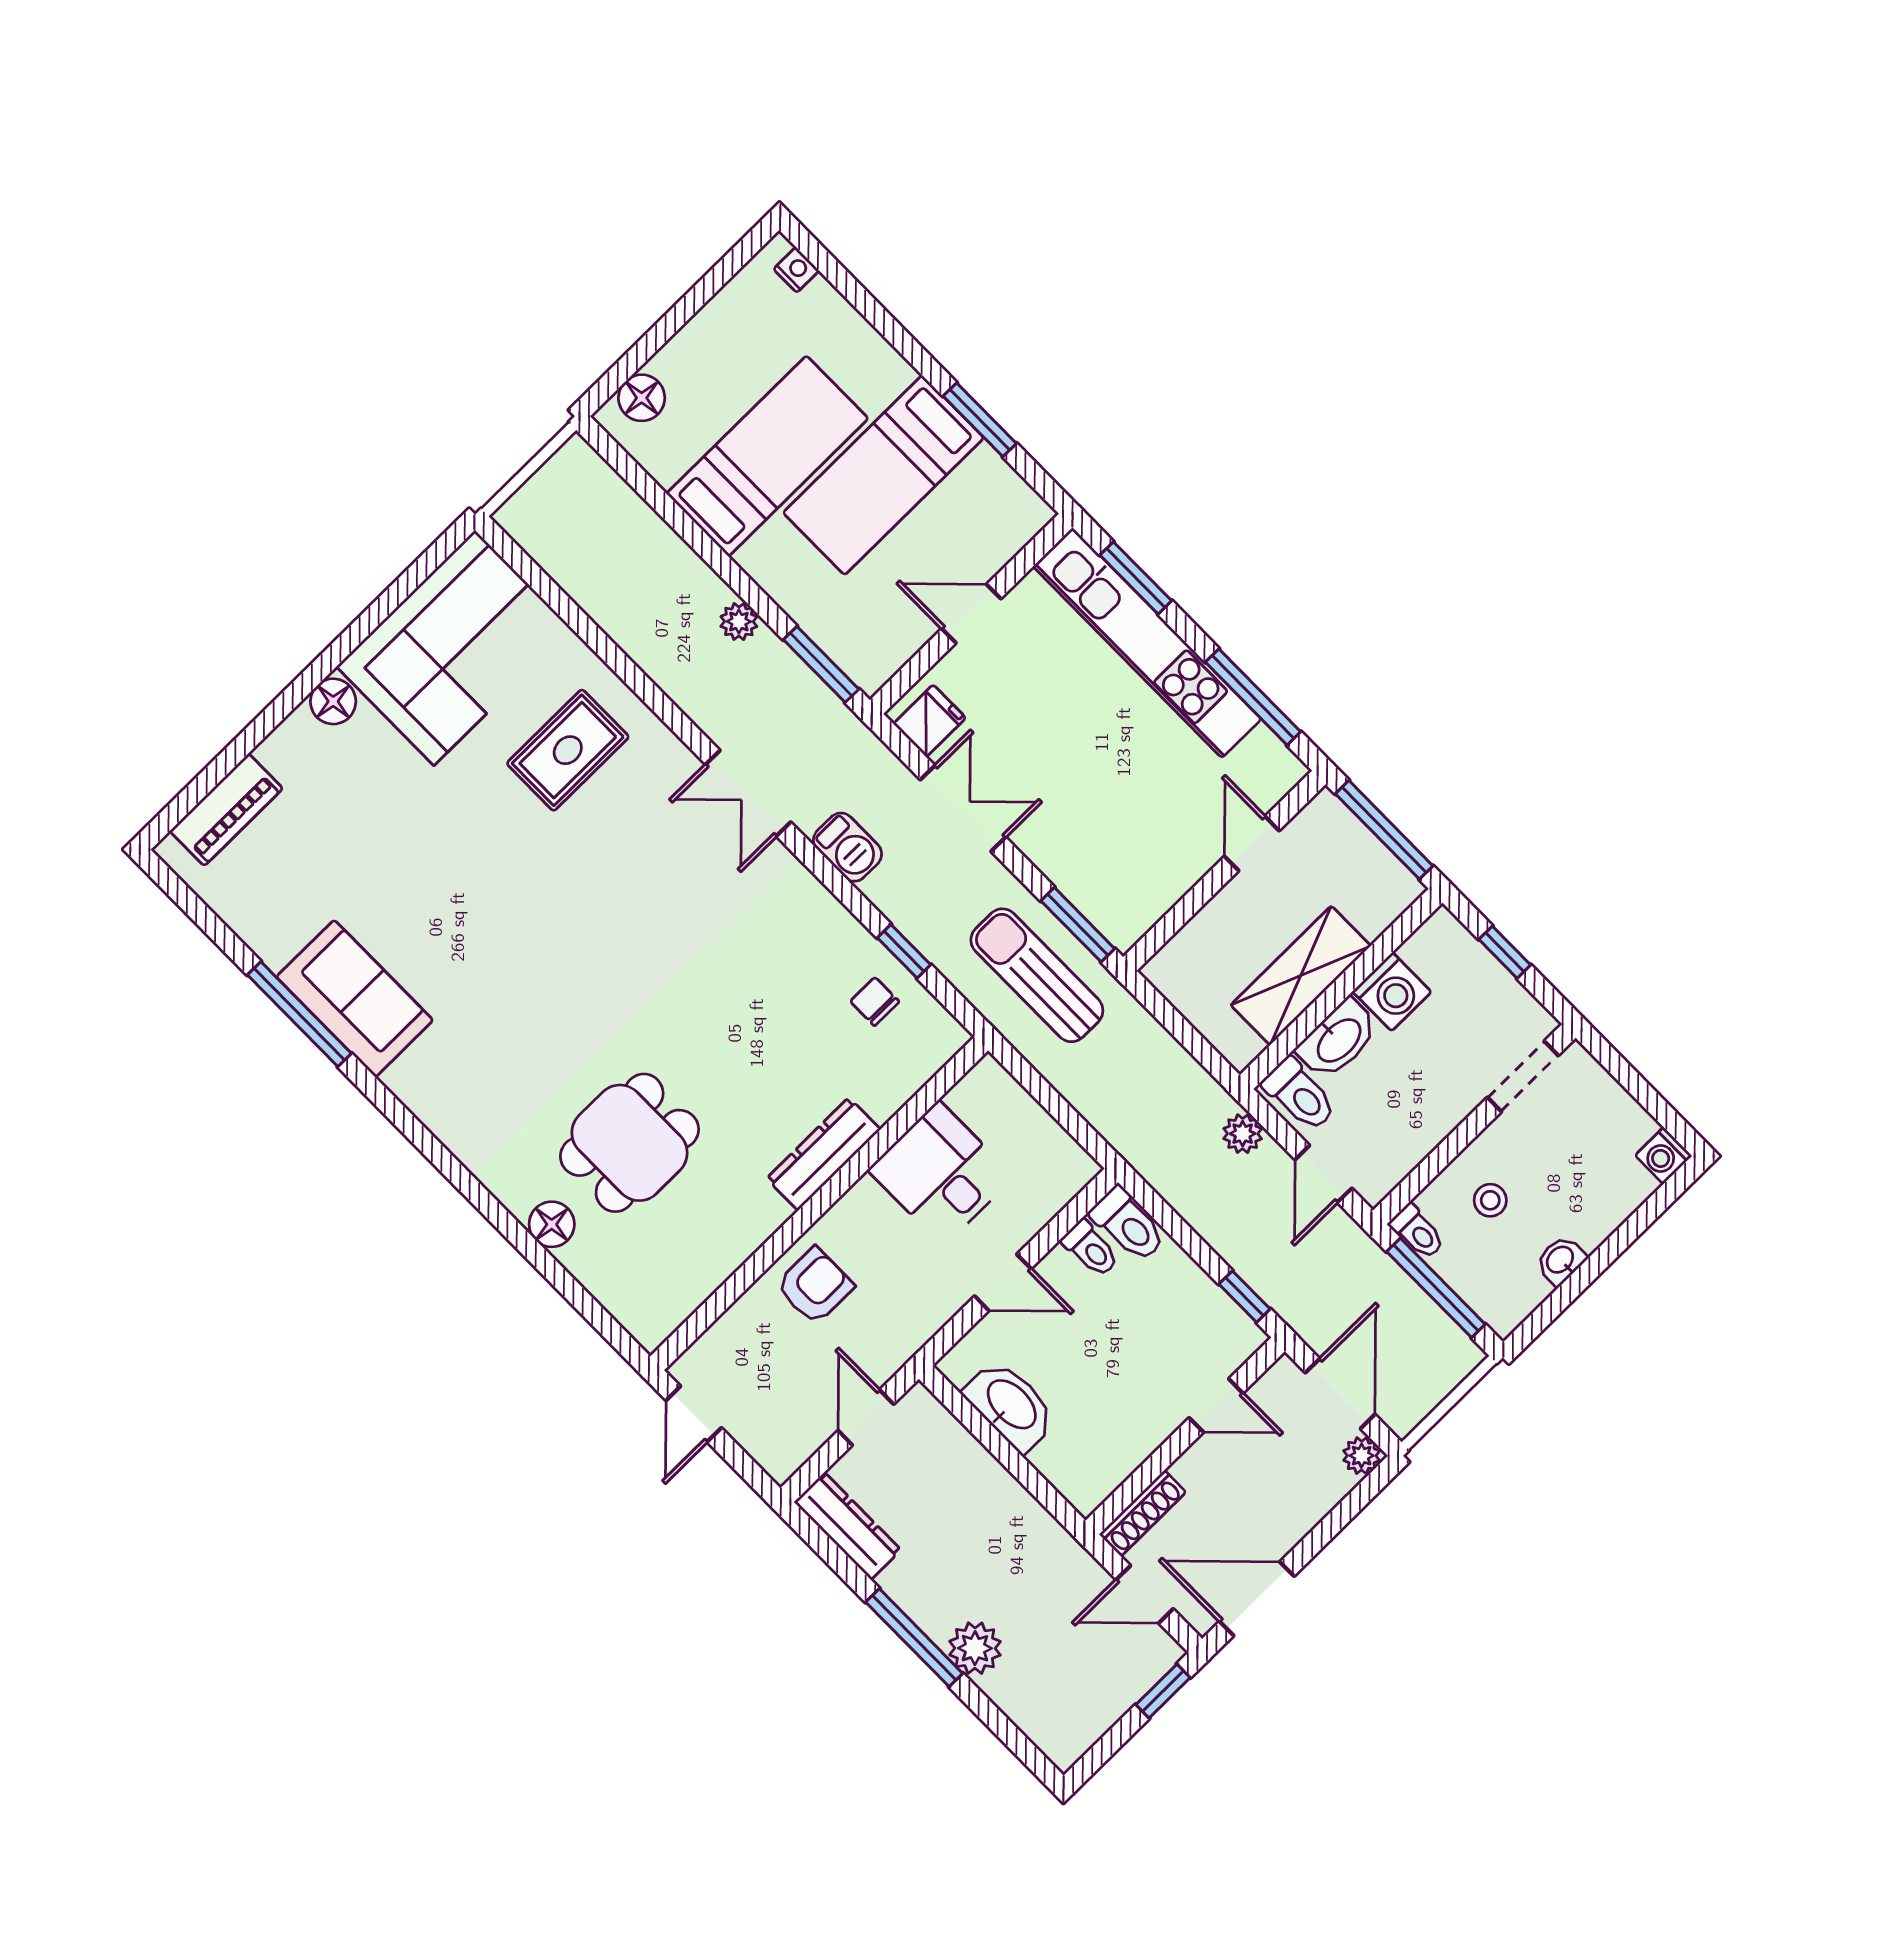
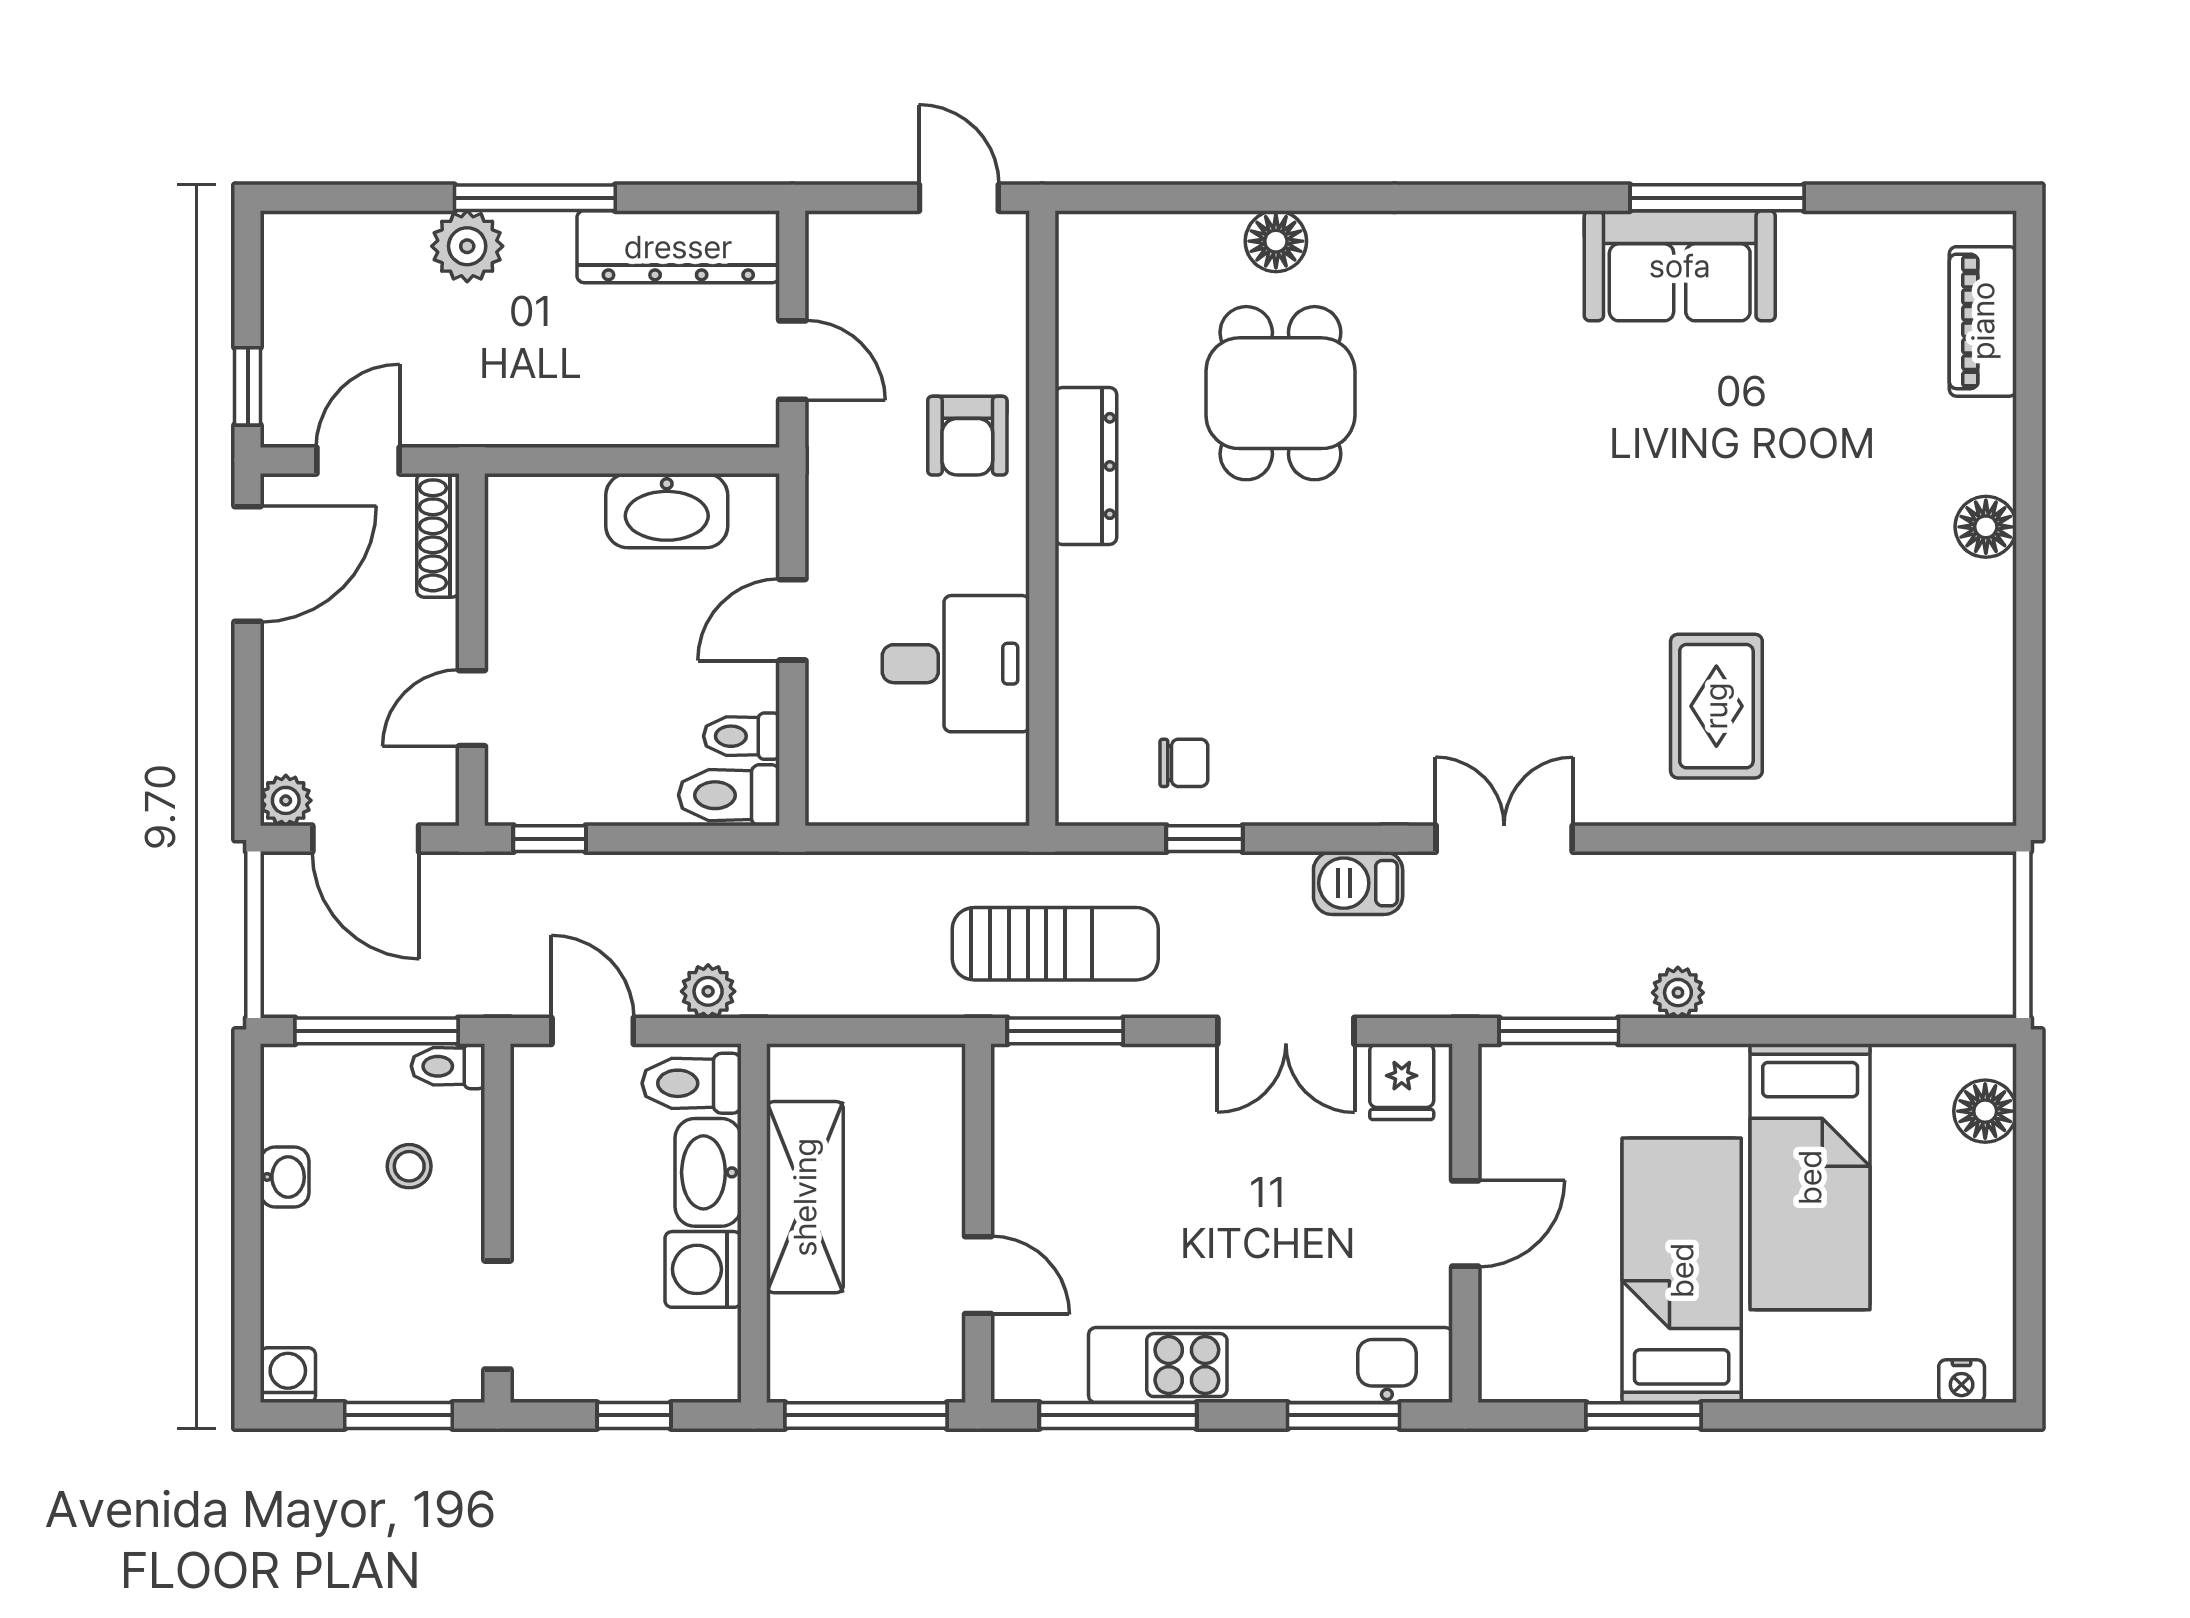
corner sofa: (454, 648) -> (1922, 694), removed
window: (1627, 1076) -> (399, 1415), added
dresser: (824, 1154) -> (1086, 466), moved
dresser: (848, 1526) -> (678, 247), width x1.37, depth x1.24

